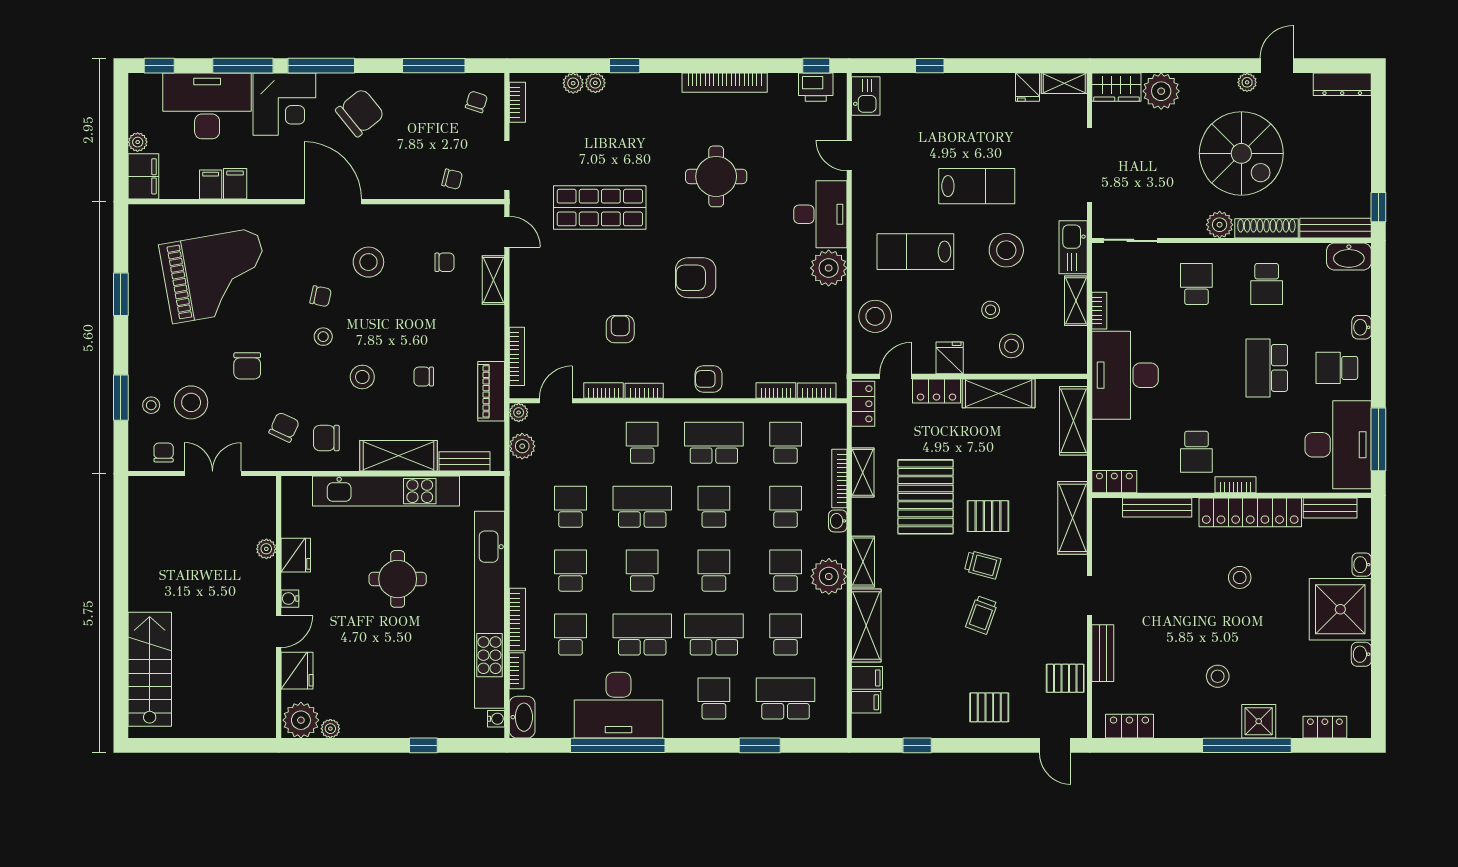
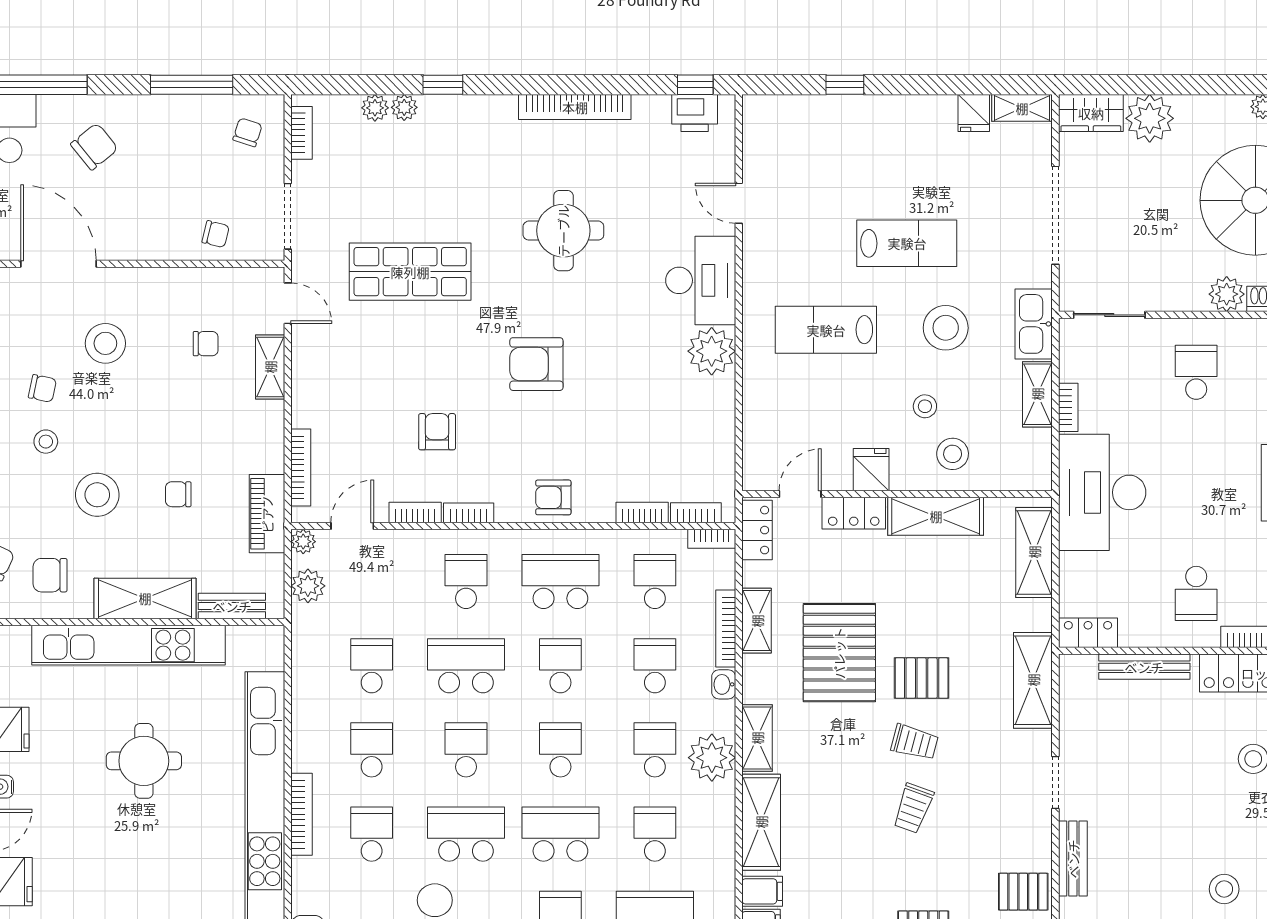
kitchen sink: (866, 96) -> (760, 125), removed
chair: (360, 113) -> (94, 146), width x0.73, depth x0.73
stool: (875, 316) -> (773, 415), removed
stool: (362, 377) -> (97, 495), width x1.38, depth x1.38
bookcase: (517, 671) -> (712, 539), moved, turned 90

